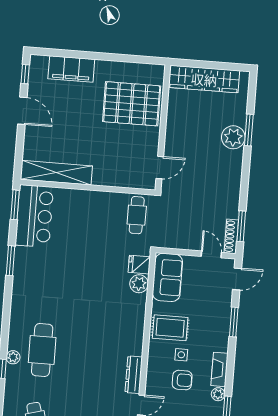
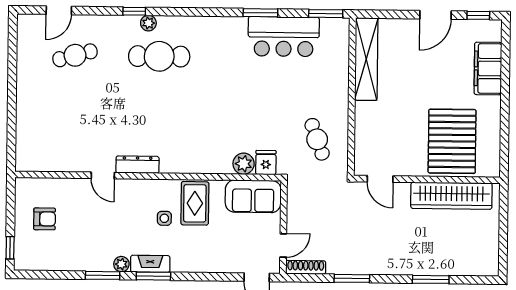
wardrobe: (204, 79) -> (451, 196), moved, turned -90
plant: (233, 137) -> (421, 262), removed
cafe table: (137, 215) -> (317, 139), moved, turned 70
bar counter: (34, 216) -> (284, 37), moved
window: (241, 226) -> (352, 278), moved
window: (234, 322) -> (153, 276), moved
armchair: (182, 380) -> (135, 221), removed

